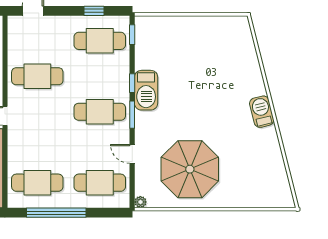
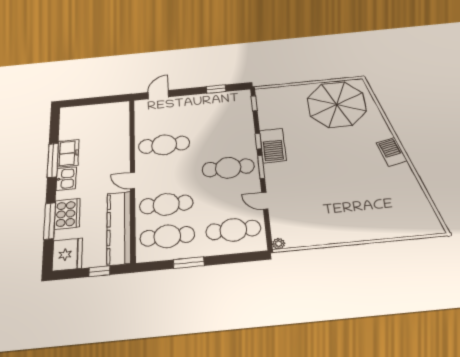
cafe table: (100, 41) -> (166, 204), moved
parasol: (190, 169) -> (337, 105), moved
window: (56, 213) -> (189, 263), width x0.47

